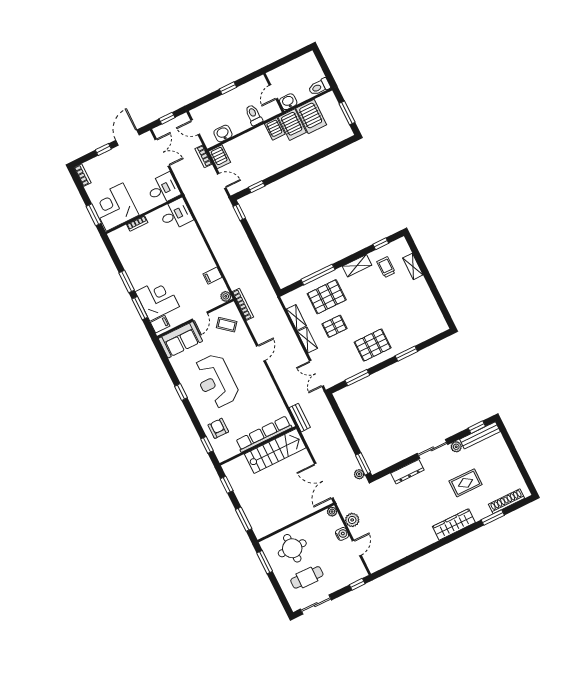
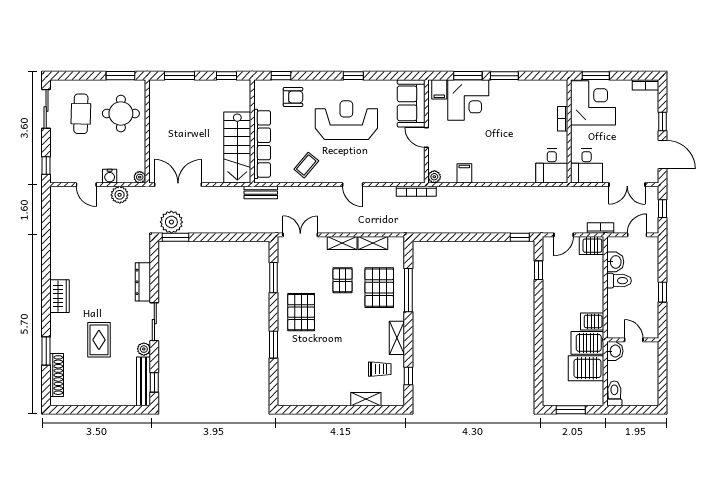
toilet: (254, 115) -> (619, 281), moved
coffee table: (227, 325) -> (306, 165), moved
plant: (359, 474) -> (171, 222), width x1.87, depth x1.87
wardrobe: (454, 524) -> (60, 296), width x0.67

